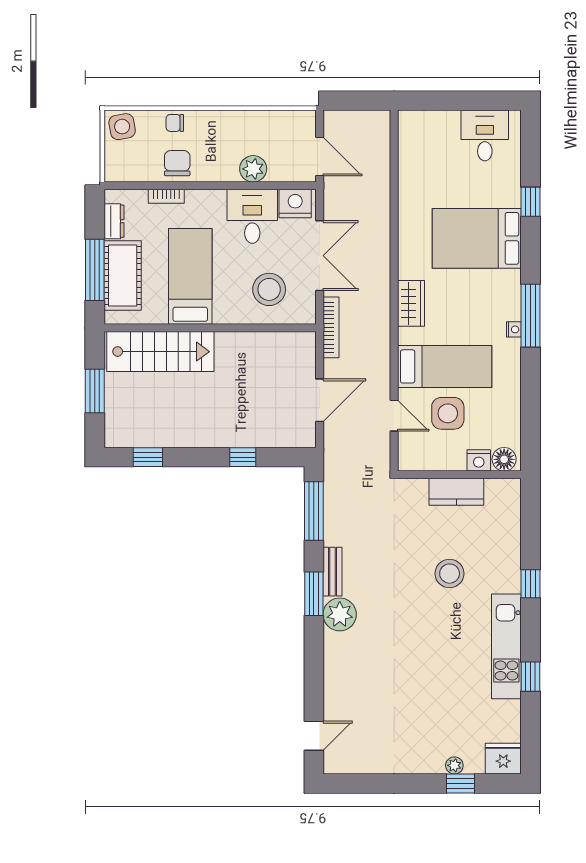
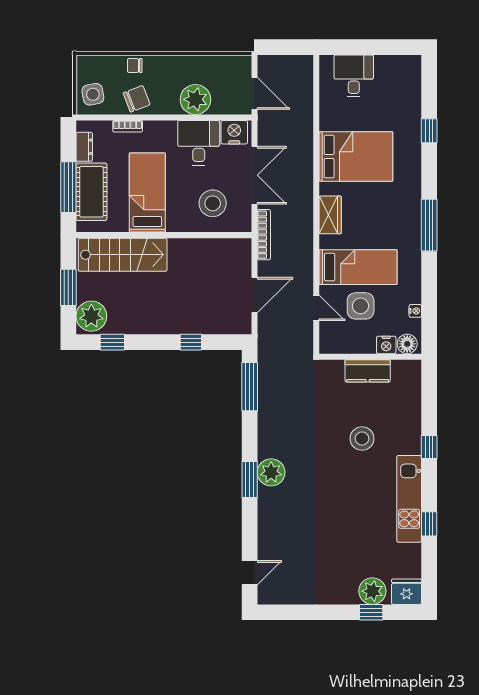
side table: (122, 127) -> (93, 94), moved
desk: (485, 135) -> (354, 76), moved
chair: (177, 163) -> (137, 99), turned 69
plant: (253, 169) -> (195, 99), width x1.36, depth x1.36
bed: (477, 238) -> (356, 156), moved, turned 180
nightstand: (514, 329) -> (415, 311), moved
plant: (123, 426) -> (91, 316), added
bench: (333, 572) -> (265, 437), removed
window: (314, 594) -> (250, 480), moved
plant: (454, 765) -> (372, 591), width x1.88, depth x1.88

